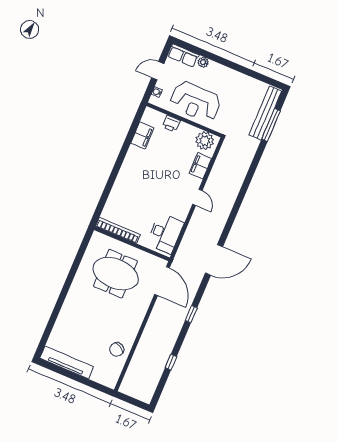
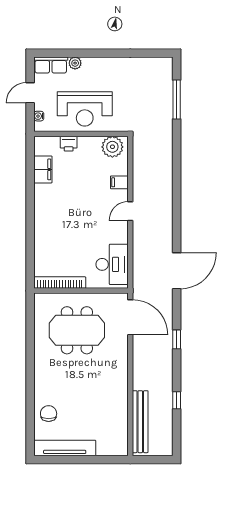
bench: (265, 113) -> (140, 422), moved
filing cabinet: (200, 166) -> (119, 182), width x0.50
door: (197, 197) -> (130, 211), swing flipped
chair: (117, 349) -> (49, 414), moved, turned 150

